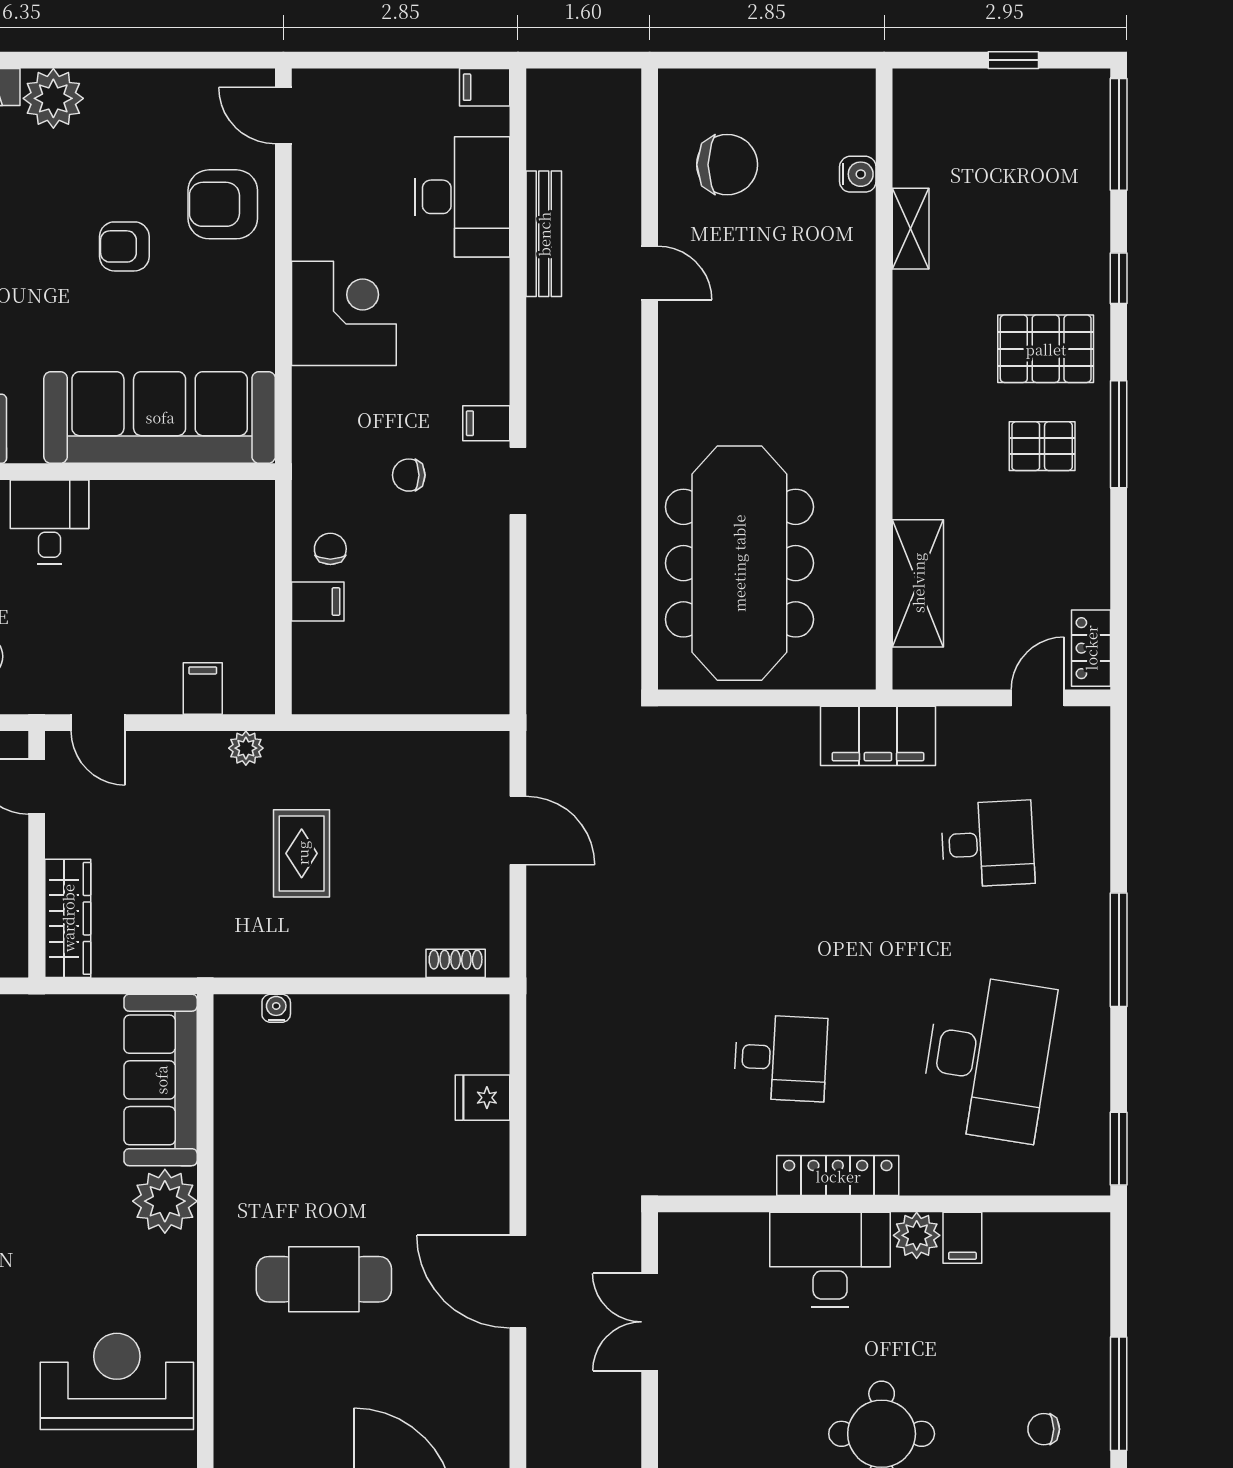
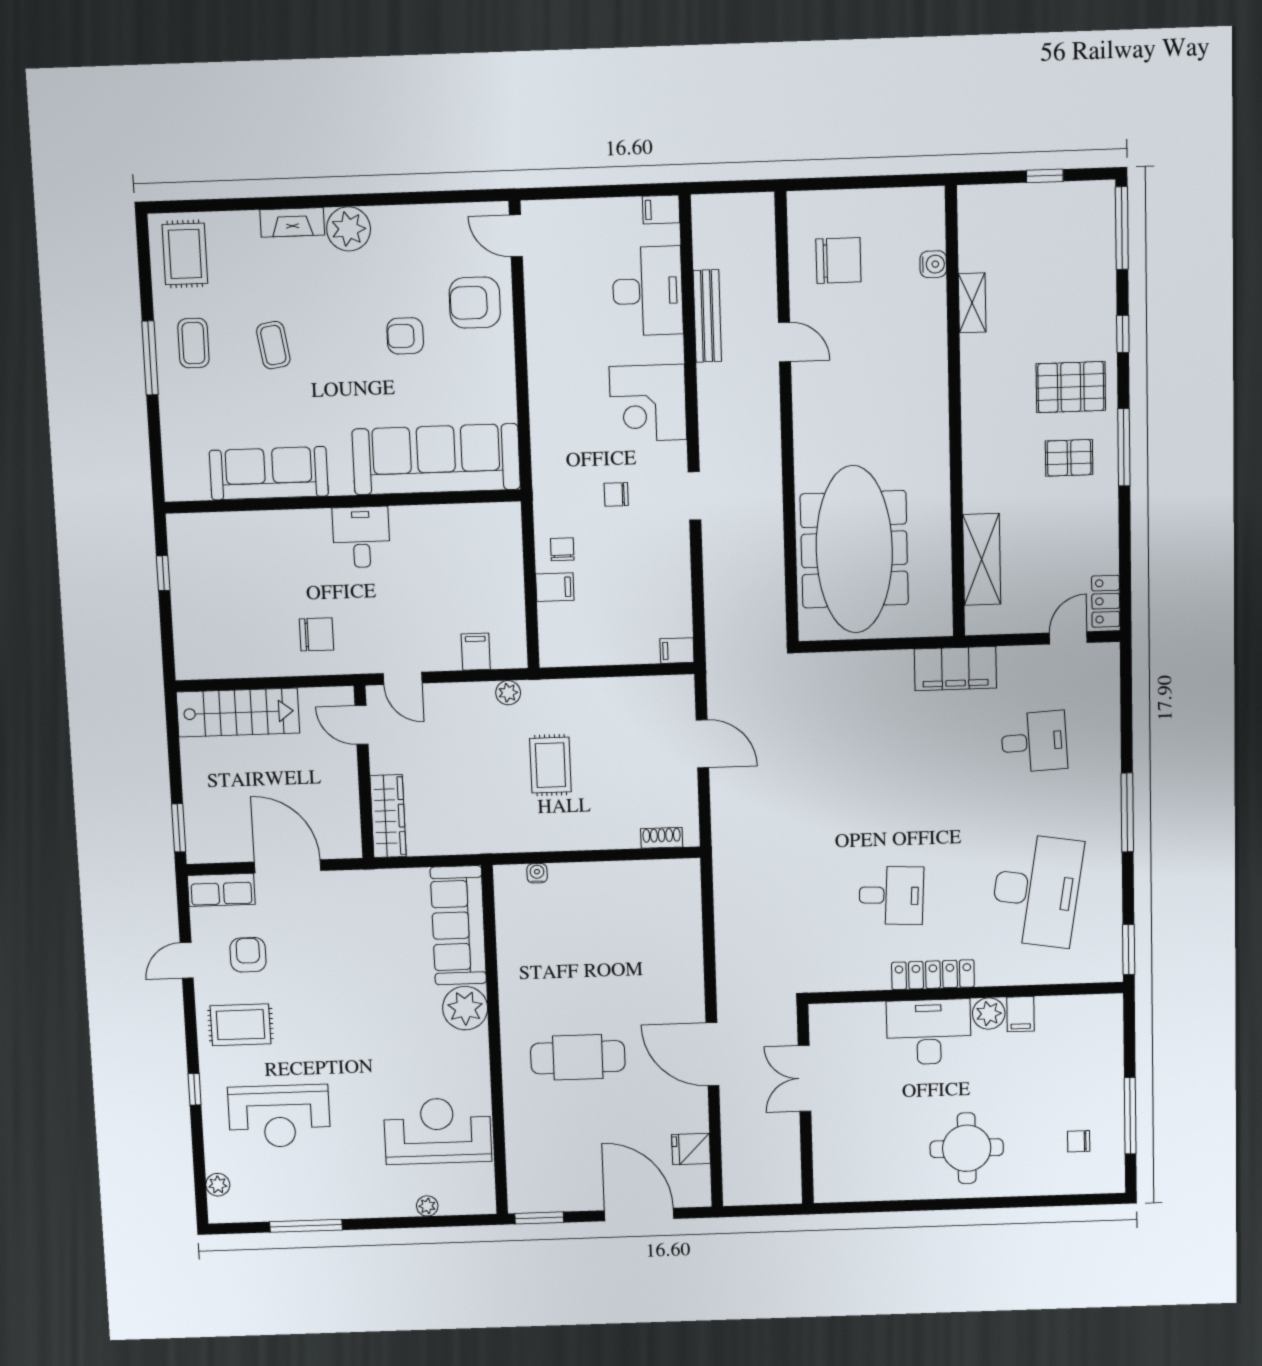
corner desk: (344, 313) -> (648, 403), moved, turned 180
filing cabinet: (486, 423) -> (677, 651), moved
fridge: (482, 1098) -> (691, 1149), moved

